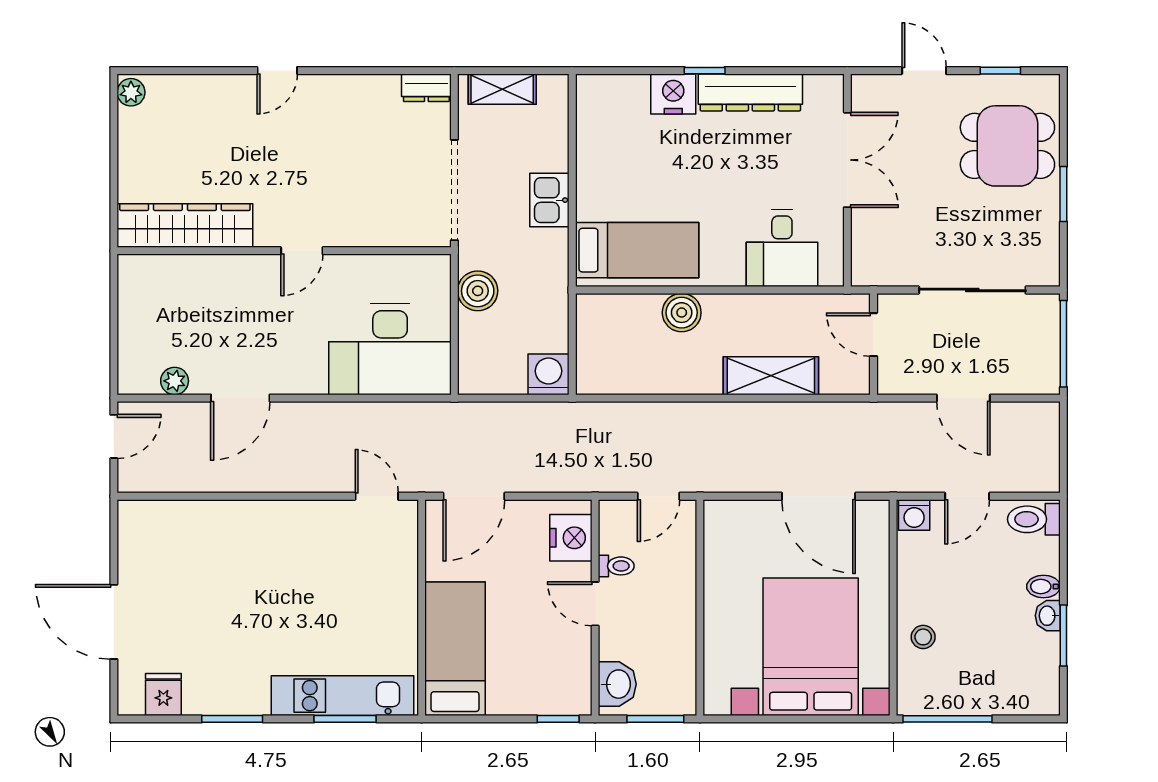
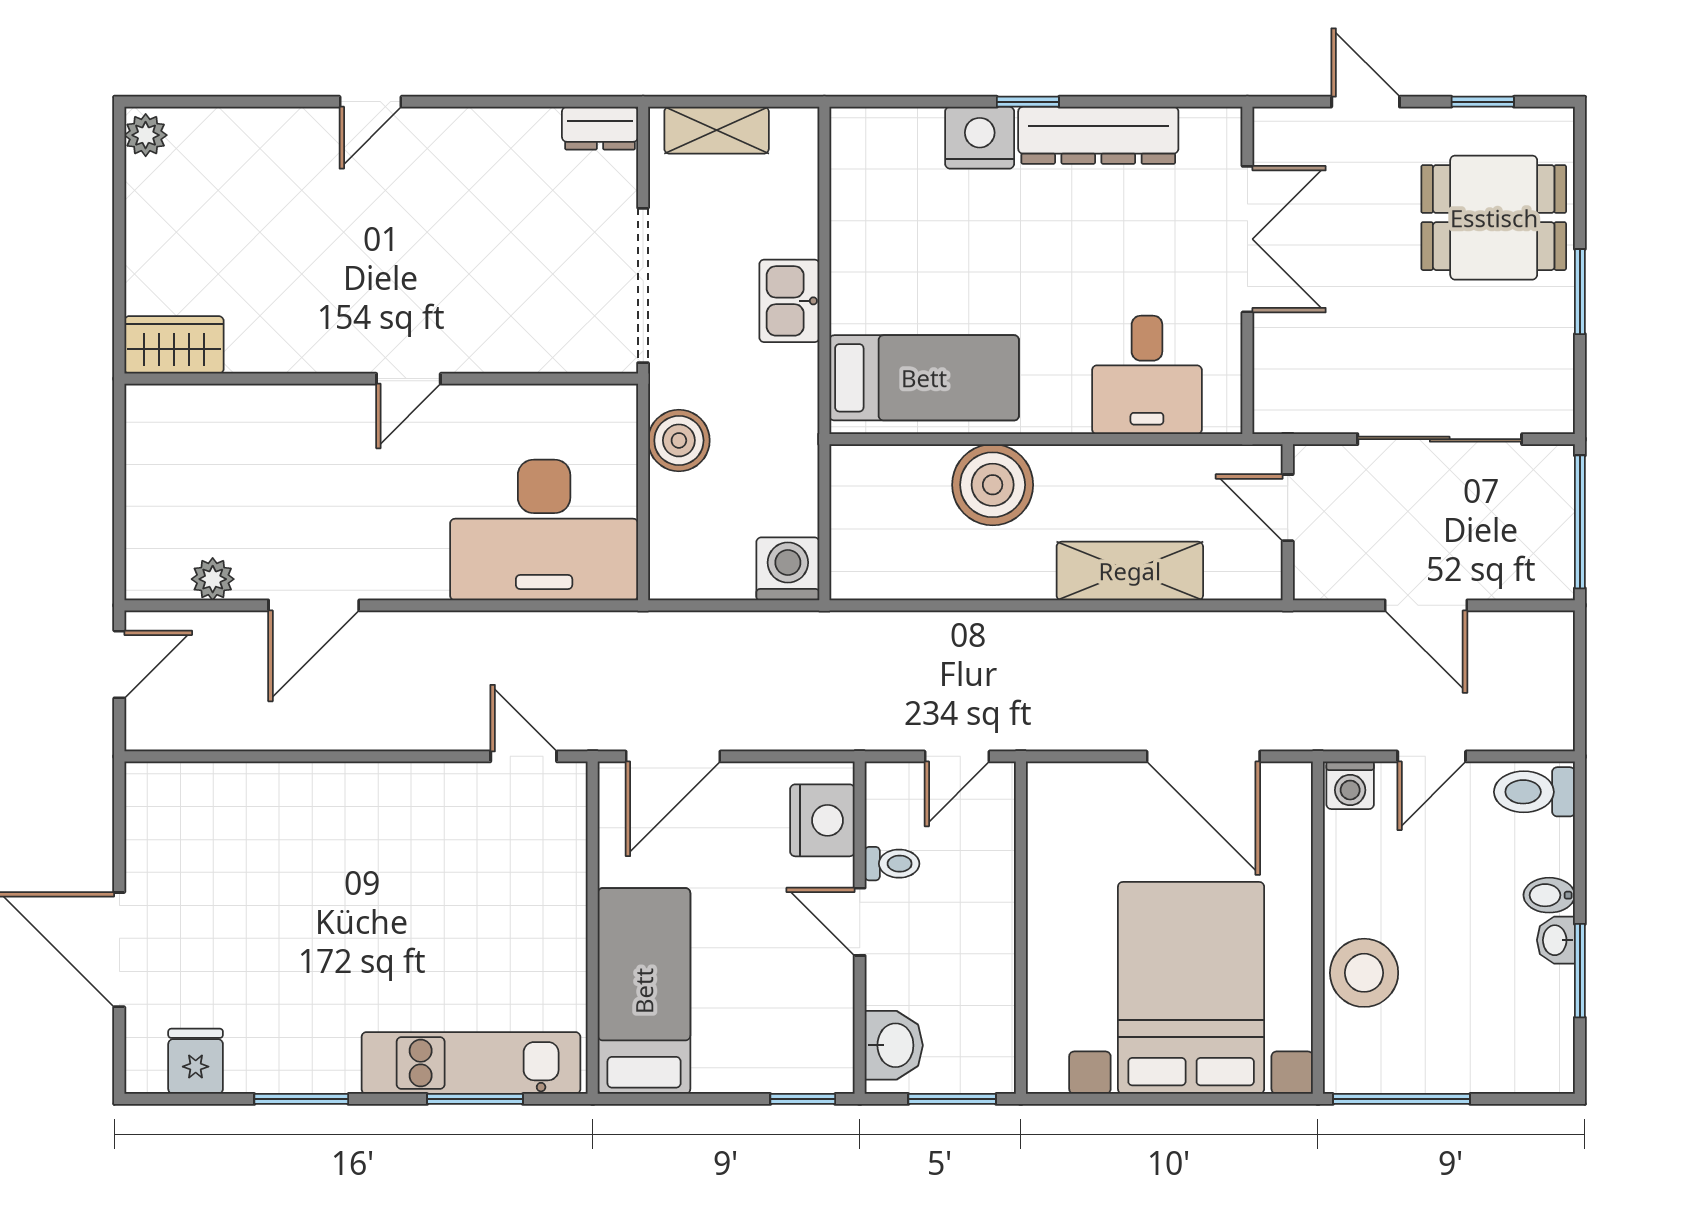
wardrobe: (185, 225) -> (174, 345), width x0.48, depth x0.85
boiler: (682, 313) -> (993, 485), width x1.37, depth x1.37
stool: (923, 637) -> (1364, 973), width x1.89, depth x1.89

